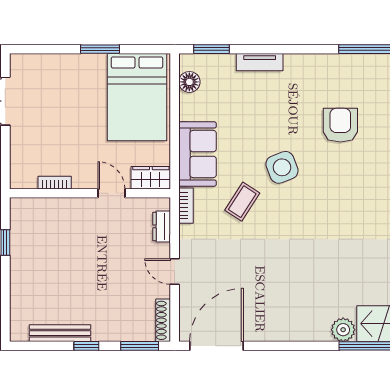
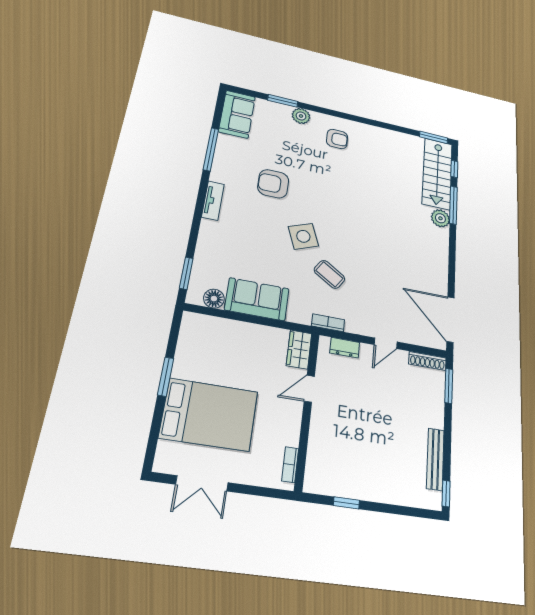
tv unit: (260, 62) -> (213, 201), moved
bed: (137, 97) -> (209, 415), moved
sofa: (198, 154) -> (257, 299), moved
bookcase: (55, 183) -> (290, 465), moved
window: (86, 346) -> (446, 494), moved

